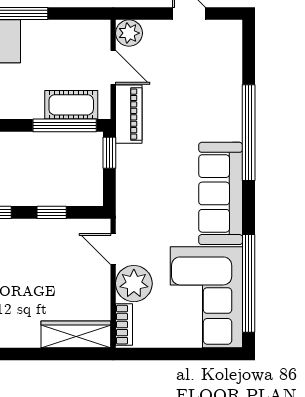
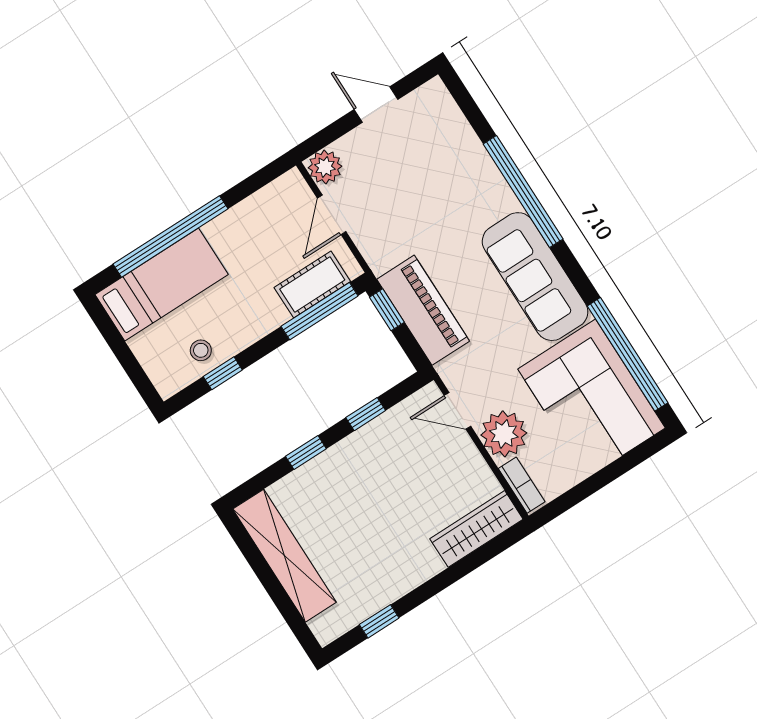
door: (113, 67) -> (332, 215), swing flipped
piano: (129, 114) -> (423, 310), moved, width x1.37, depth x1.33

